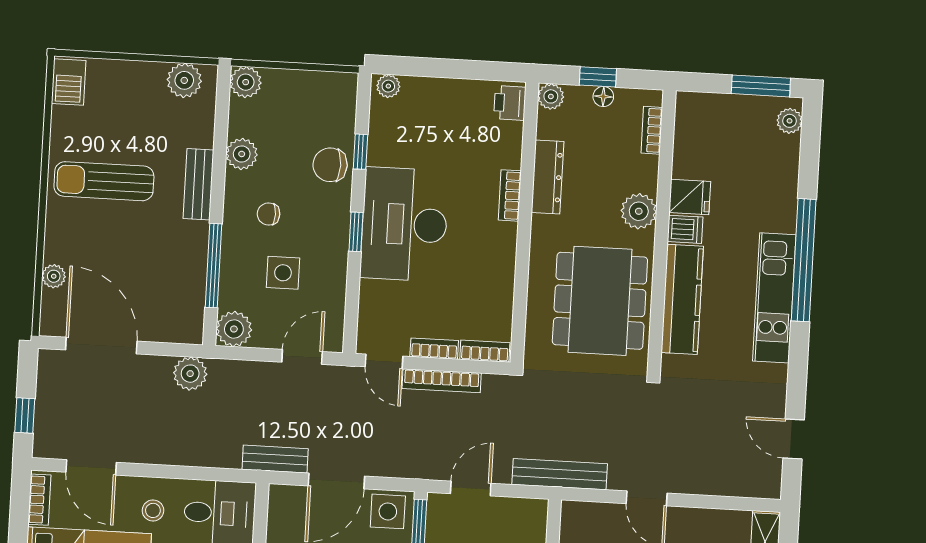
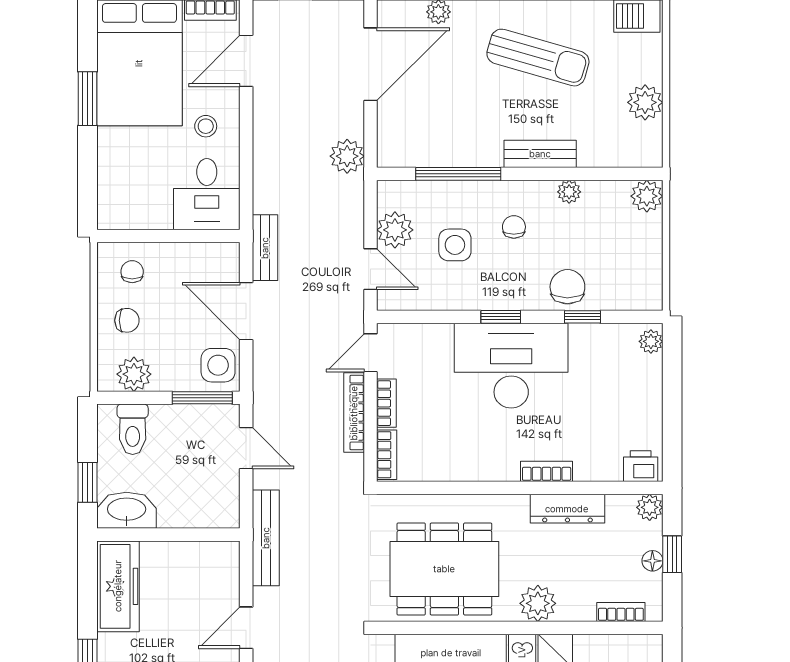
plant: (184, 80) -> (645, 102), moved
plant: (242, 154) -> (569, 192), width x0.73, depth x0.73
sun lounger: (104, 181) -> (538, 58), turned 106
plant: (234, 329) -> (395, 230), moved

